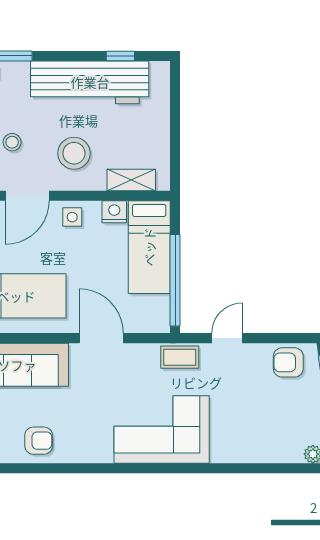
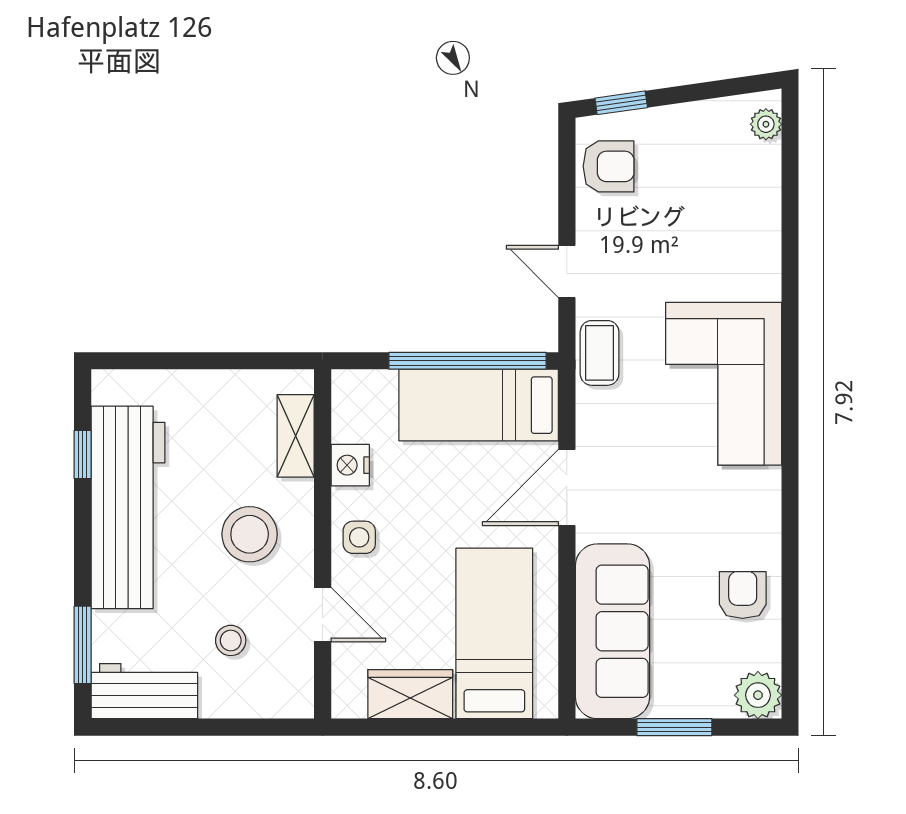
door: (27, 196) -> (323, 615), width x0.73
bed: (149, 247) -> (479, 405), moved, turned 180
armchair: (288, 362) -> (609, 166), turned -90

